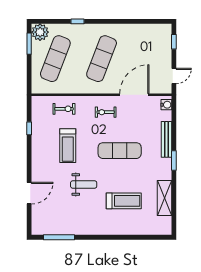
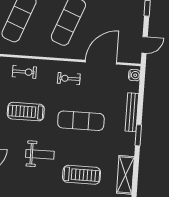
treadmill: (68, 146) -> (26, 112), turned 90

